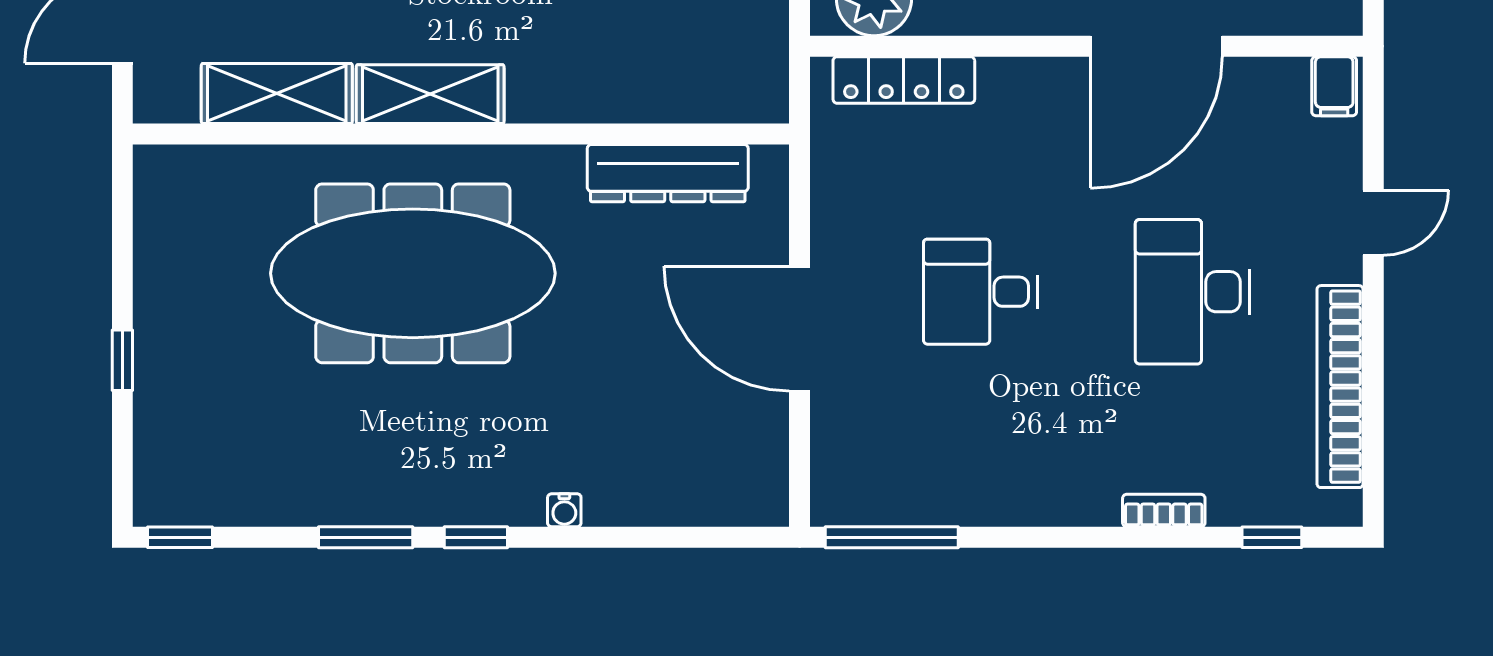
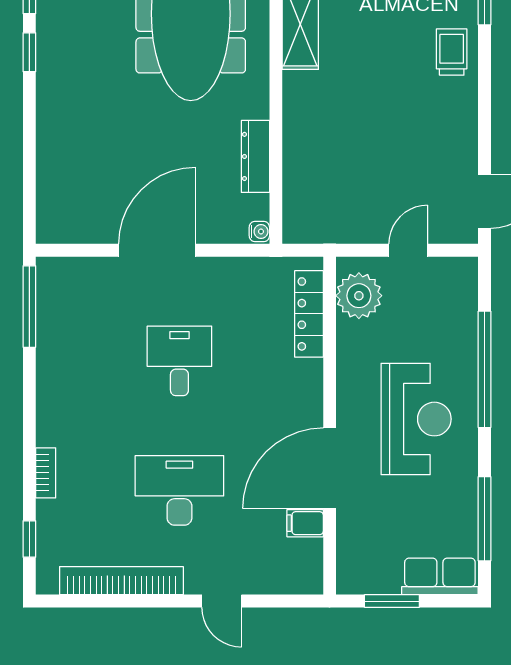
door: (1156, 46) -> (330, 468), hinge flipped
filing cabinet: (1334, 86) -> (305, 523), moved
dresser: (668, 173) -> (255, 156), width x0.73, depth x0.80
water cooler: (564, 510) -> (259, 231), moved, turned 180

